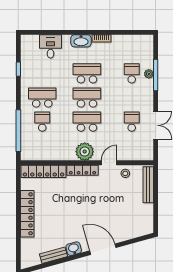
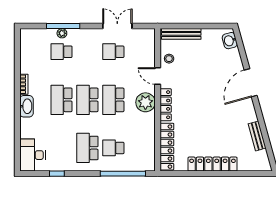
desk: (51, 46) -> (32, 155), moved, width x1.37
washbasin: (74, 249) -> (230, 41), moved

